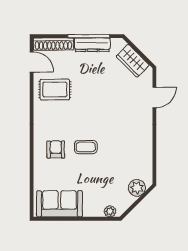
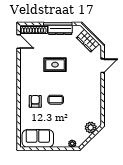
rug: (55, 90) -> (55, 65), moved

